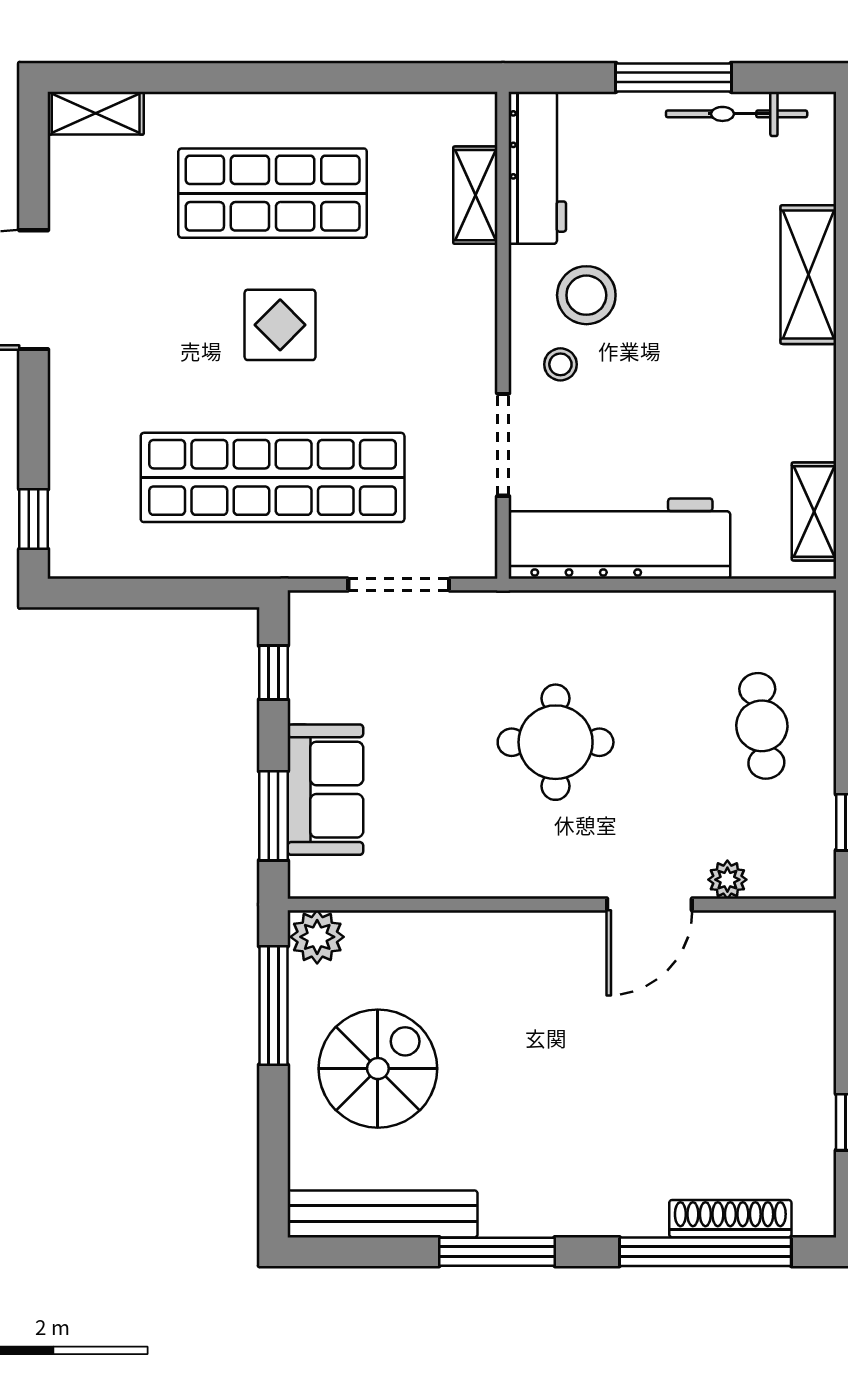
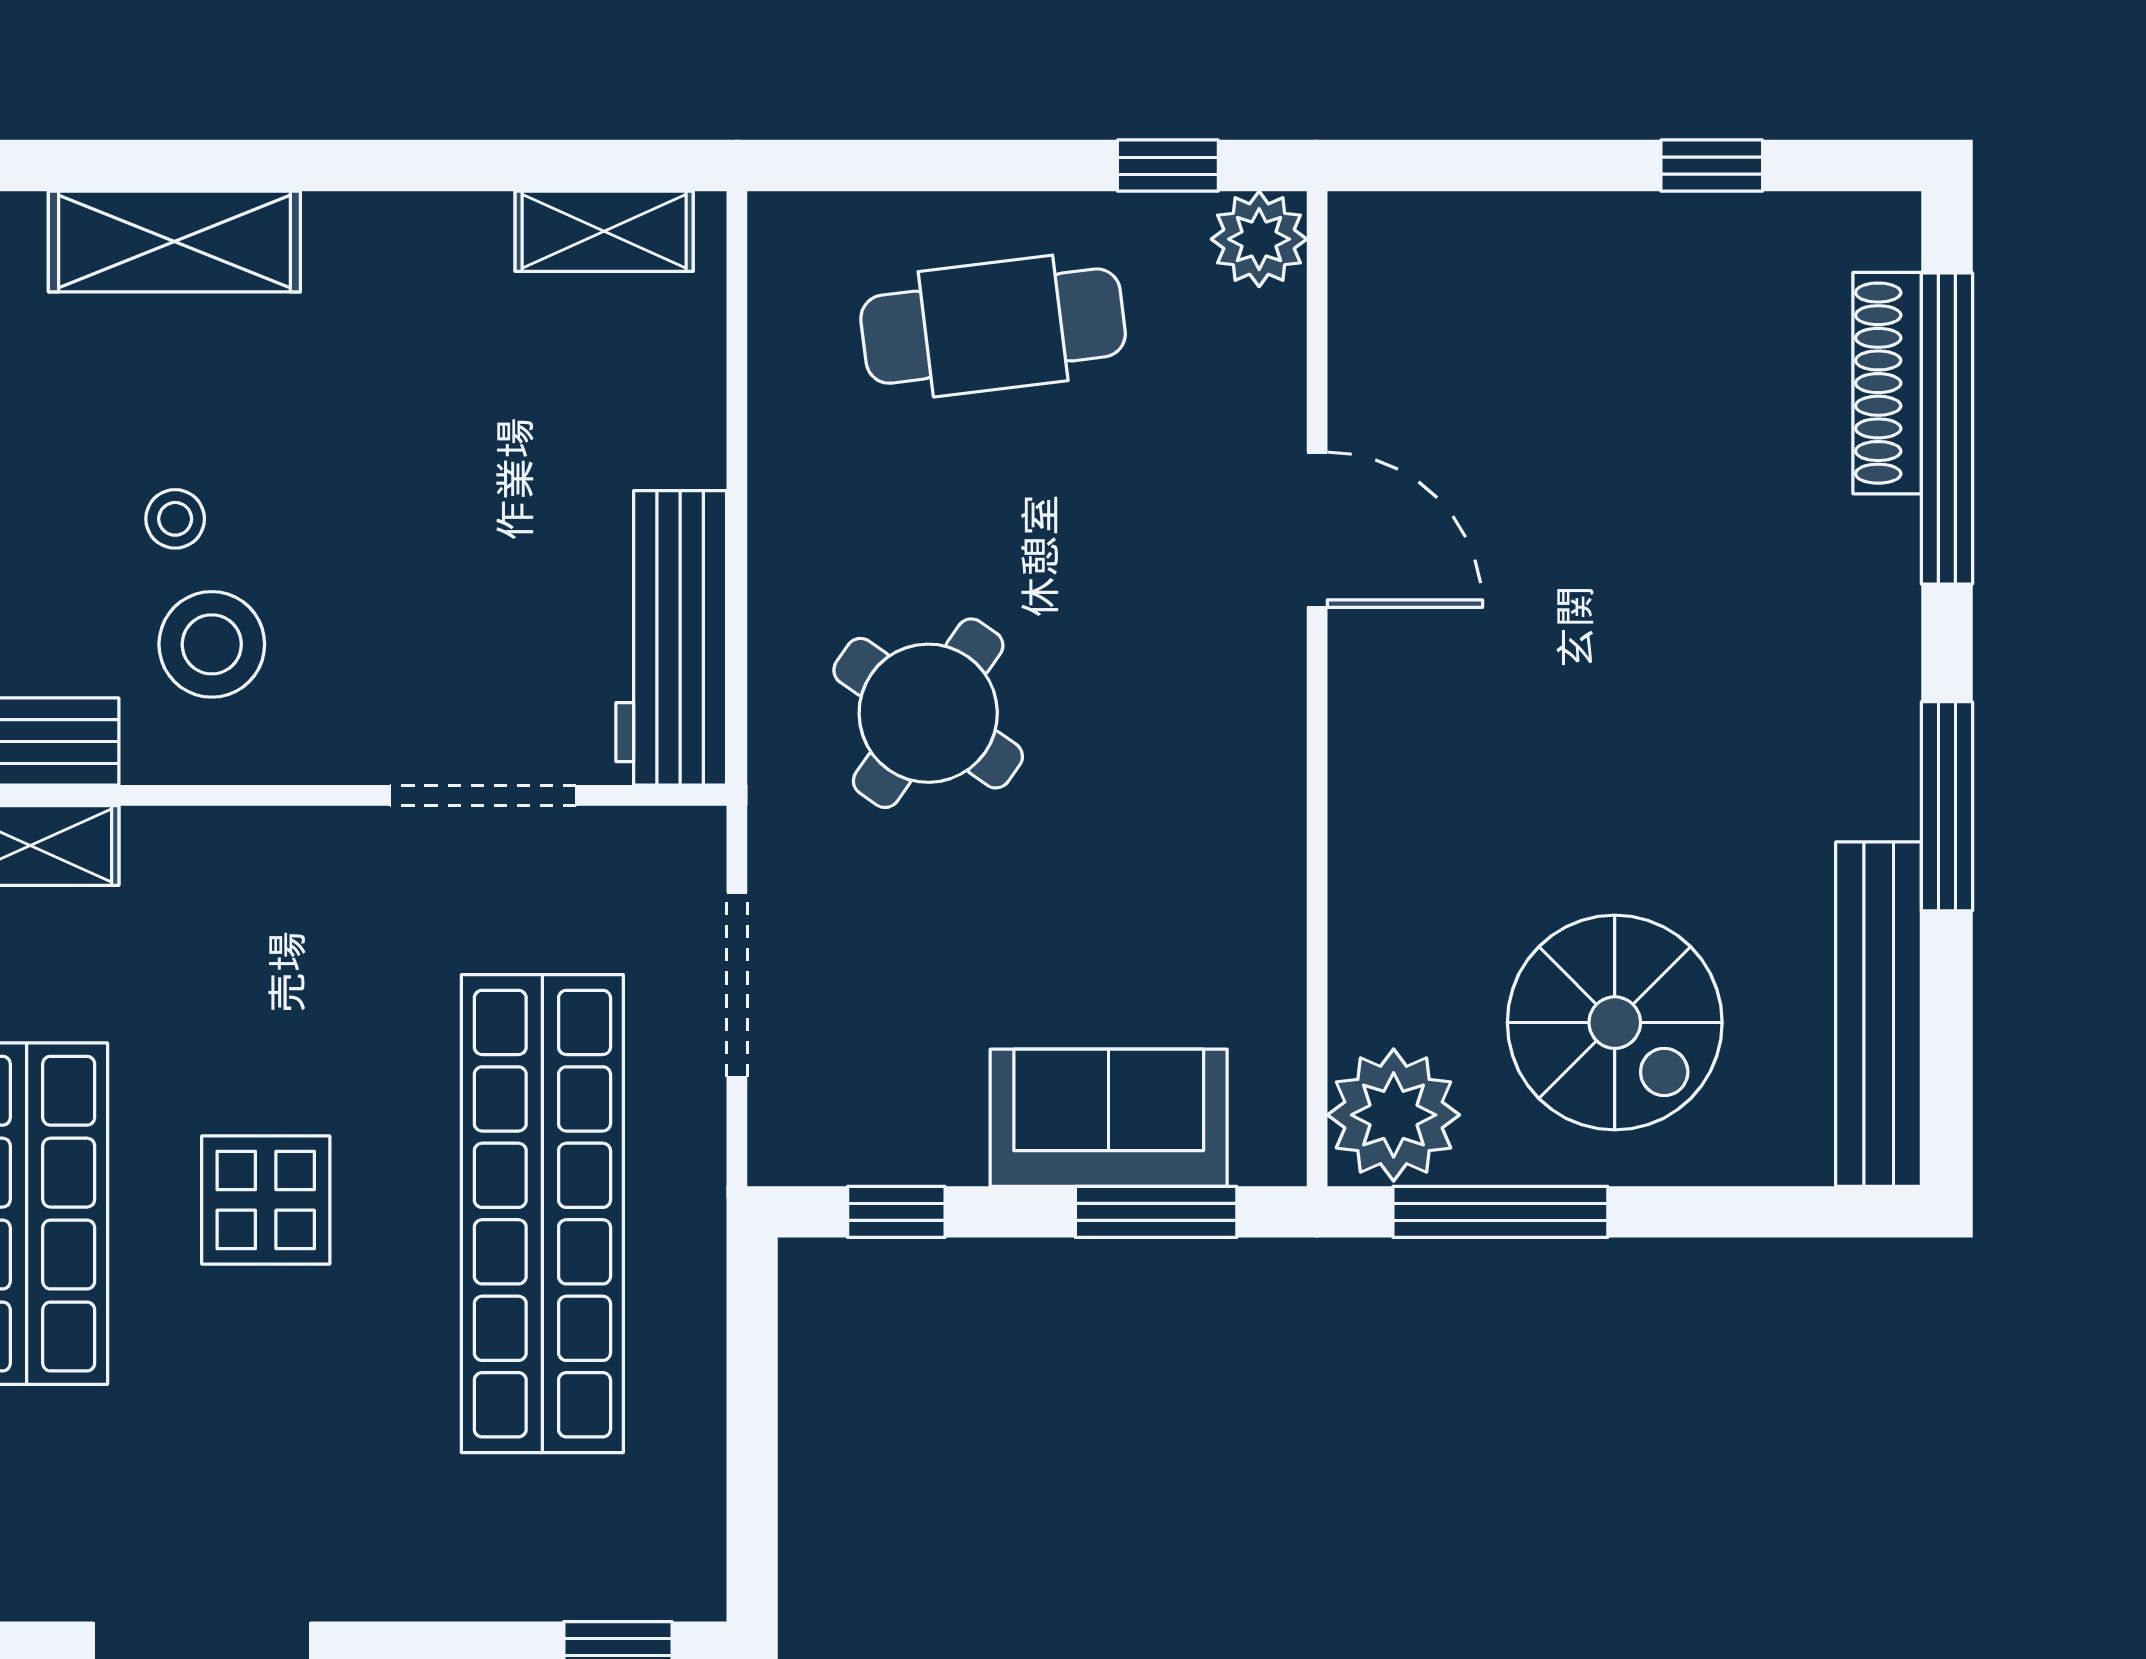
stool: (560, 364) -> (175, 519), moved
workbench: (619, 539) -> (671, 638), width x0.73, depth x0.76
cafe table: (762, 726) -> (993, 326), width x1.37, depth x1.35
round table: (556, 742) -> (928, 713), moved, turned 35
plant: (727, 880) -> (1259, 239), moved, width x1.38, depth x1.38
plant: (317, 937) -> (1394, 1115), width x1.36, depth x1.36
spiral stairs: (378, 1069) -> (1615, 1023), turned 180

